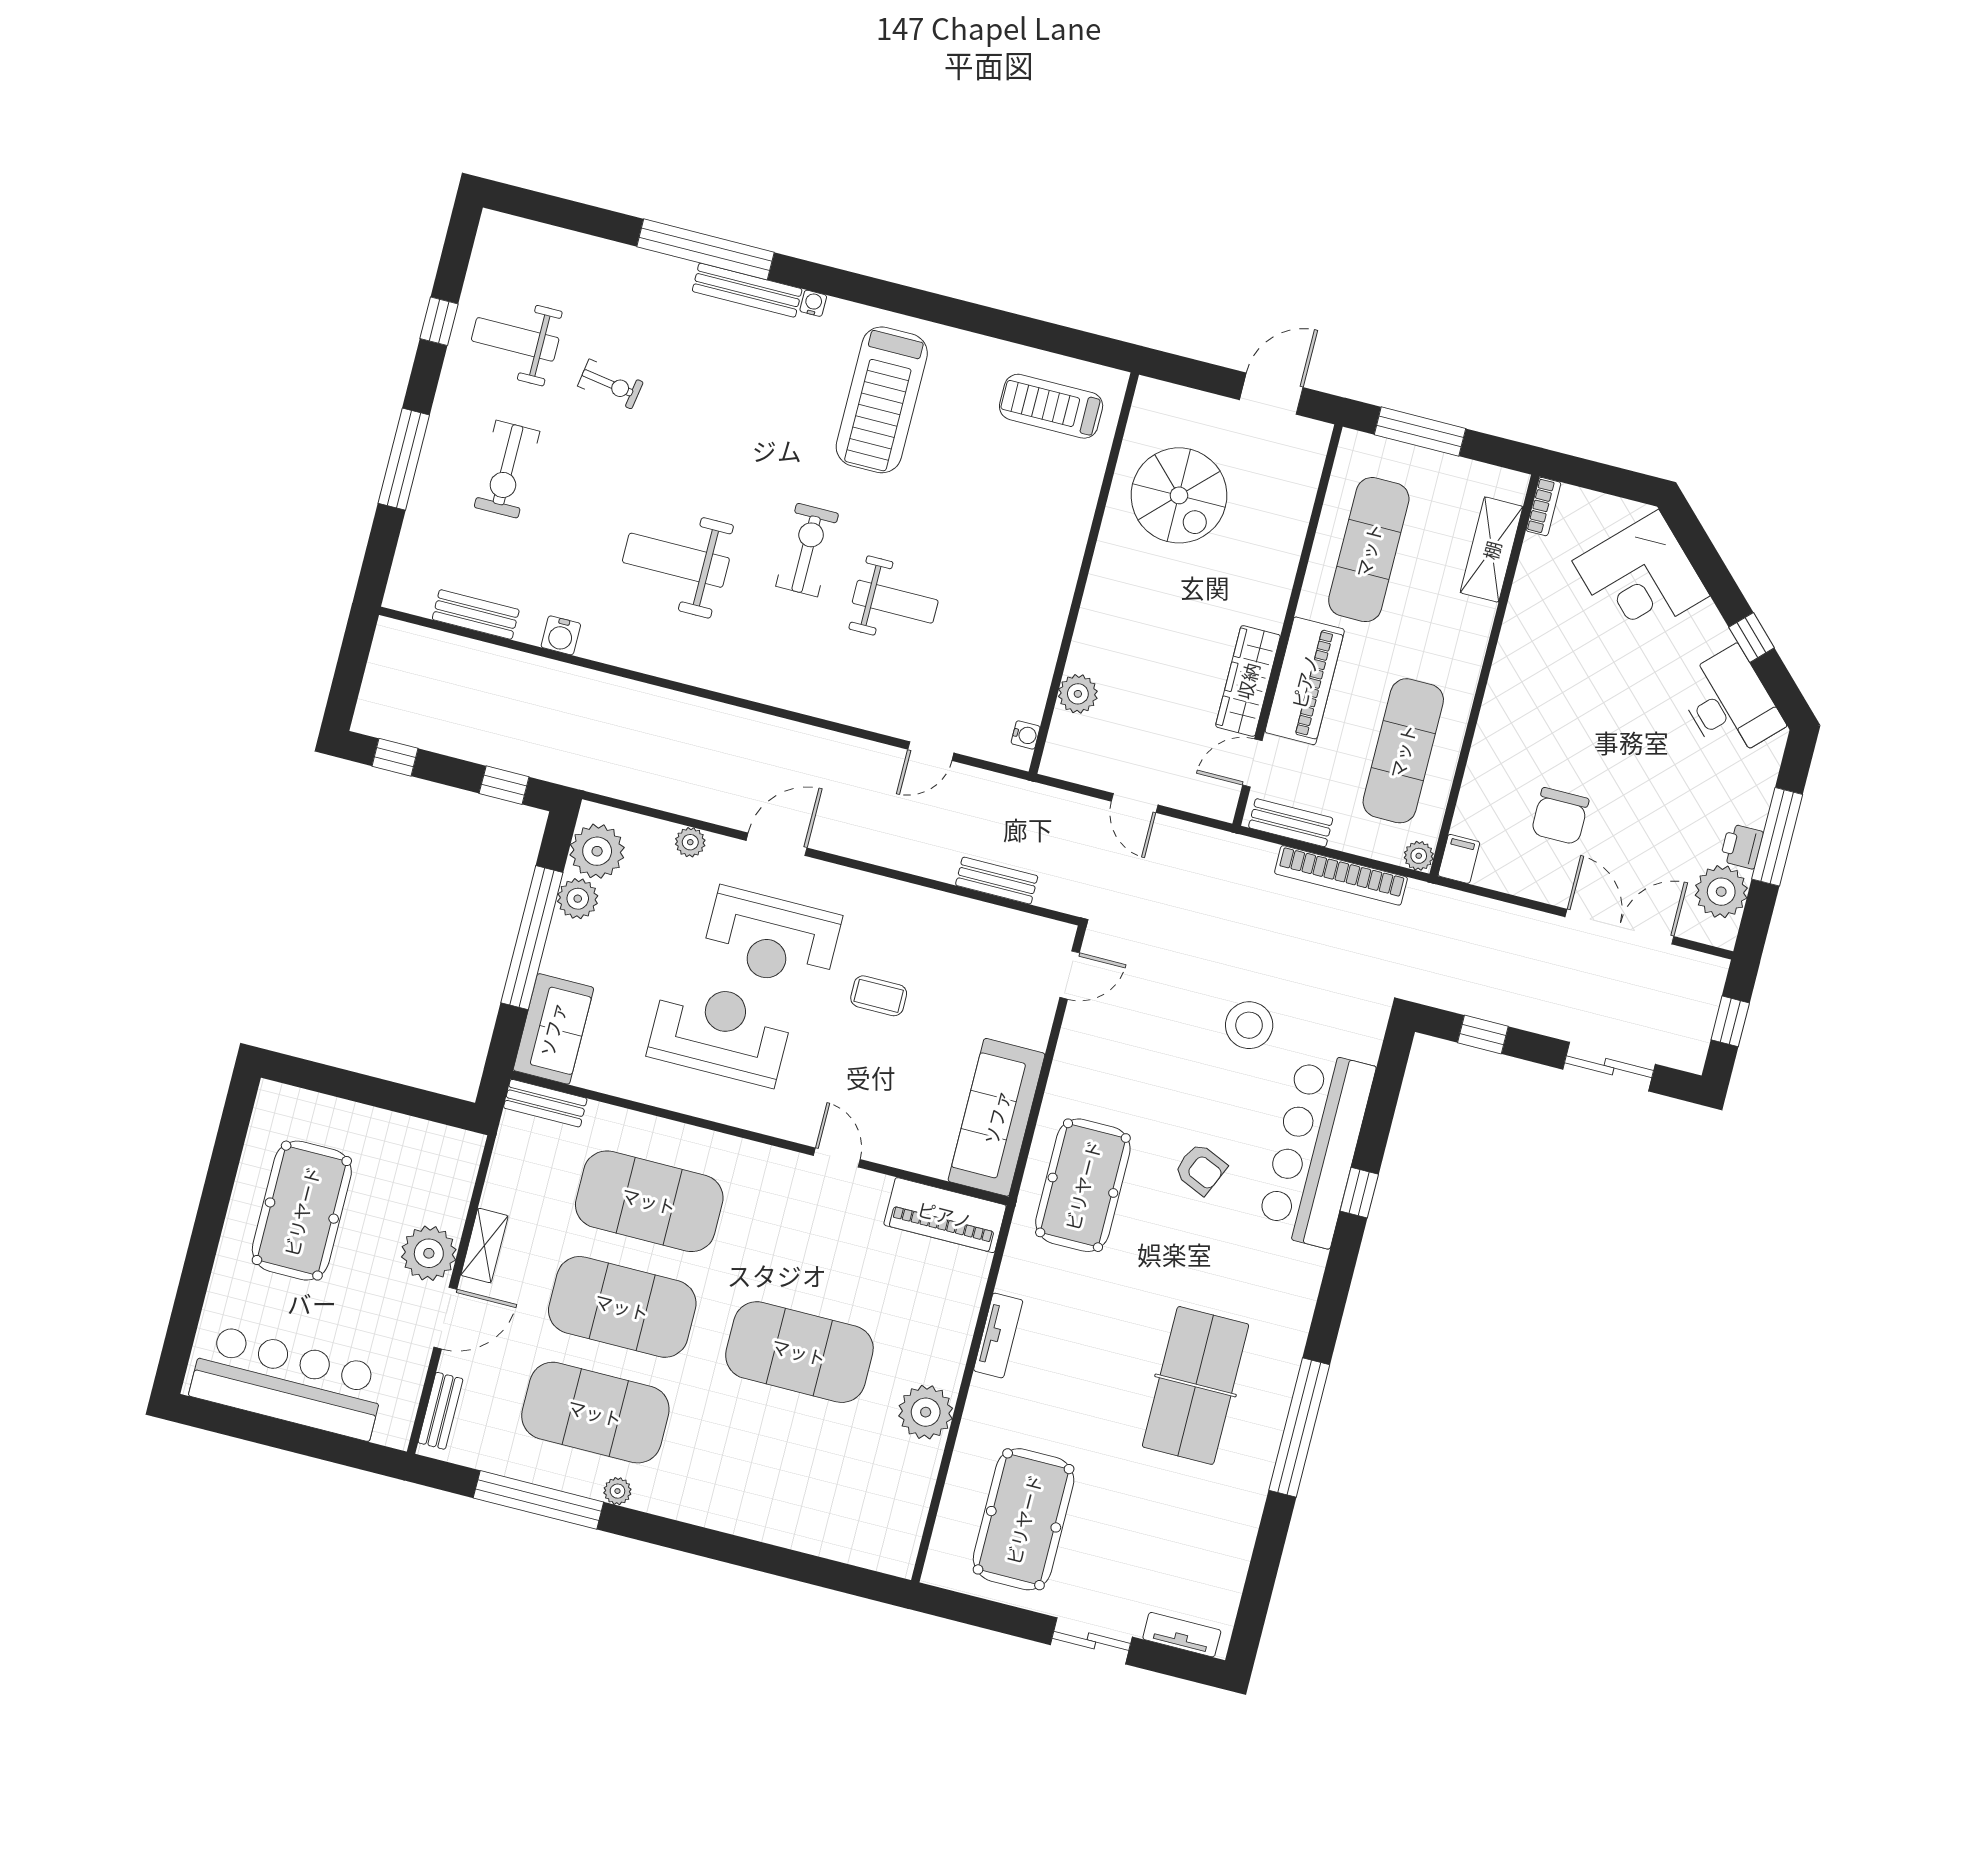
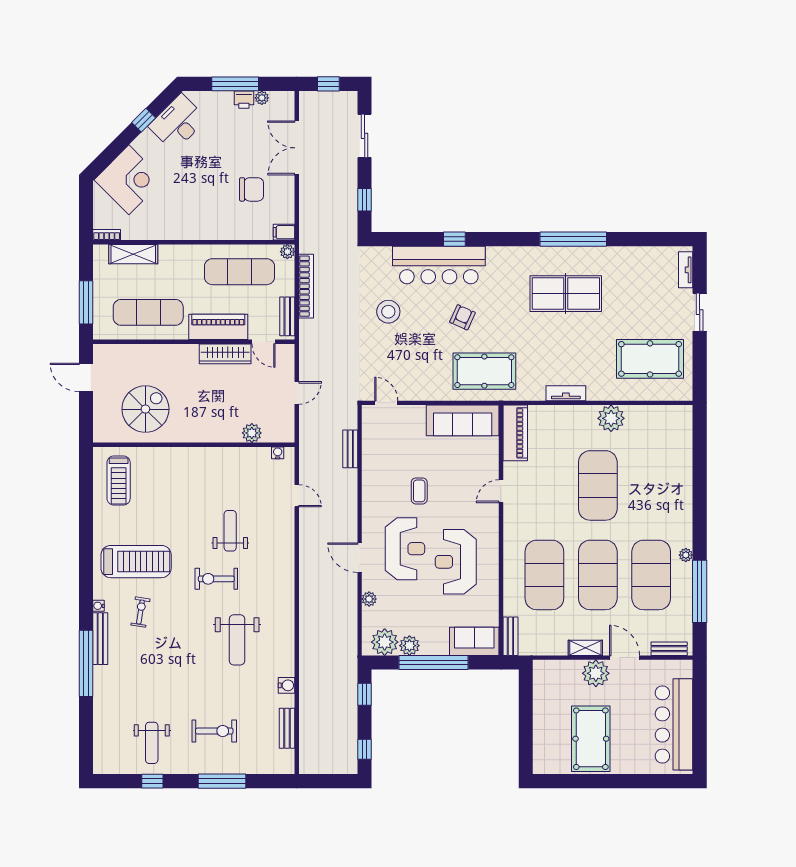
exercise bike: (610, 384) -> (140, 612), moved
plant: (1721, 892) -> (262, 98), width x0.53, depth x0.53
pool table: (302, 1211) -> (591, 739), turned 90

